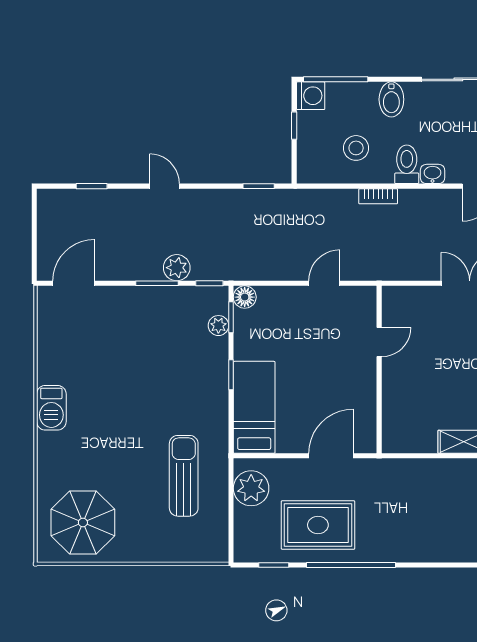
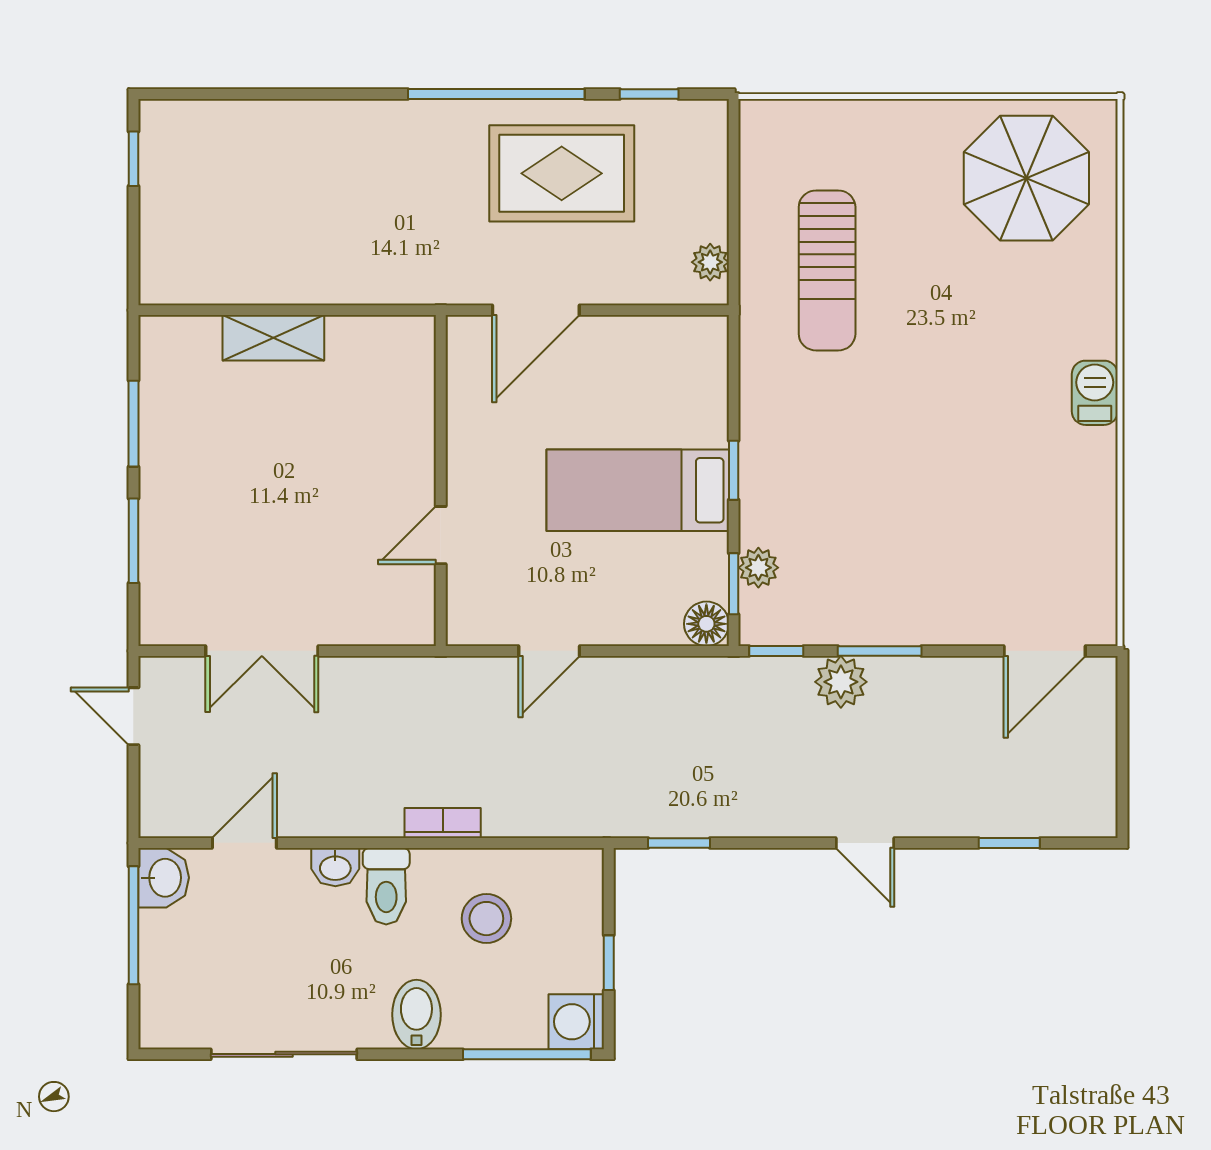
bed: (254, 407) -> (638, 490), moved, turned 90
barbecue: (51, 408) -> (1095, 393), width x0.73, depth x0.79
plant: (251, 488) -> (710, 262), width x0.53, depth x0.53

